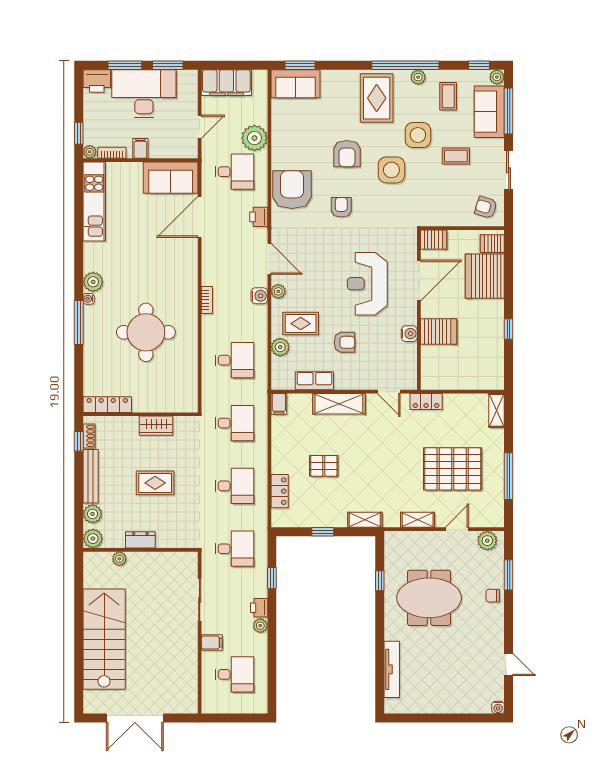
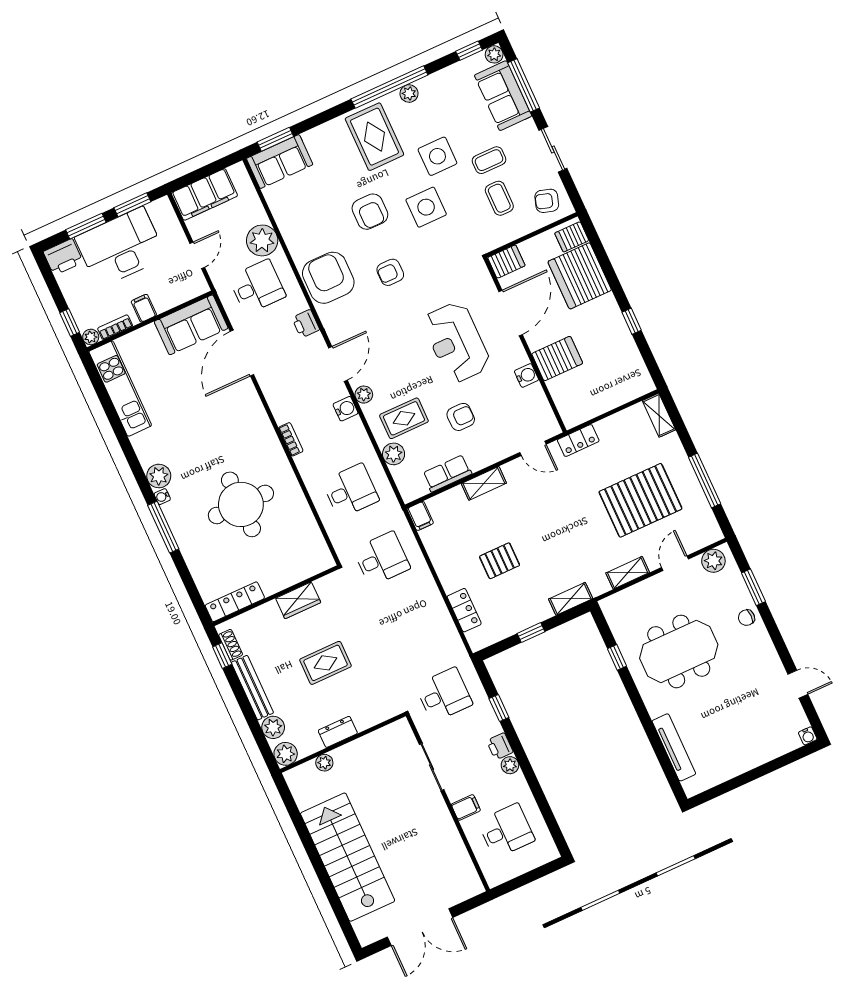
coffee table: (448, 96) -> (499, 198), moved
armchair: (341, 207) -> (390, 272), turned -90
door: (269, 259) -> (338, 364), hinge flipped
shelving: (339, 404) -> (484, 483), width x0.67, depth x0.75
desk: (234, 486) -> (413, 627), removed

